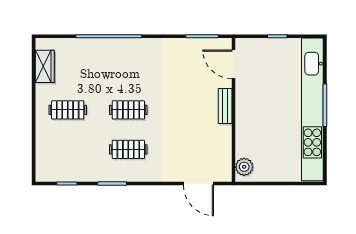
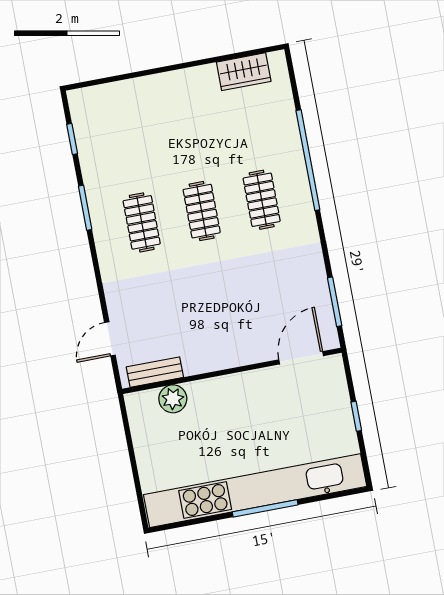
bench: (225, 106) -> (155, 372), moved
clothes rail: (68, 110) -> (262, 200), moved
plant: (244, 167) -> (173, 399), moved
door: (198, 184) -> (110, 339), width x0.73

